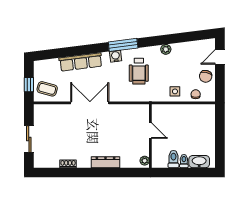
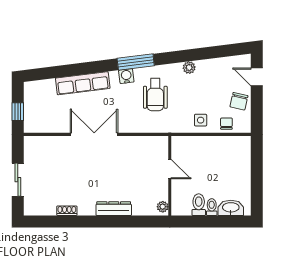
door: (220, 57) -> (257, 77), hinge flipped
coffee table: (47, 89) -> (41, 117), removed

